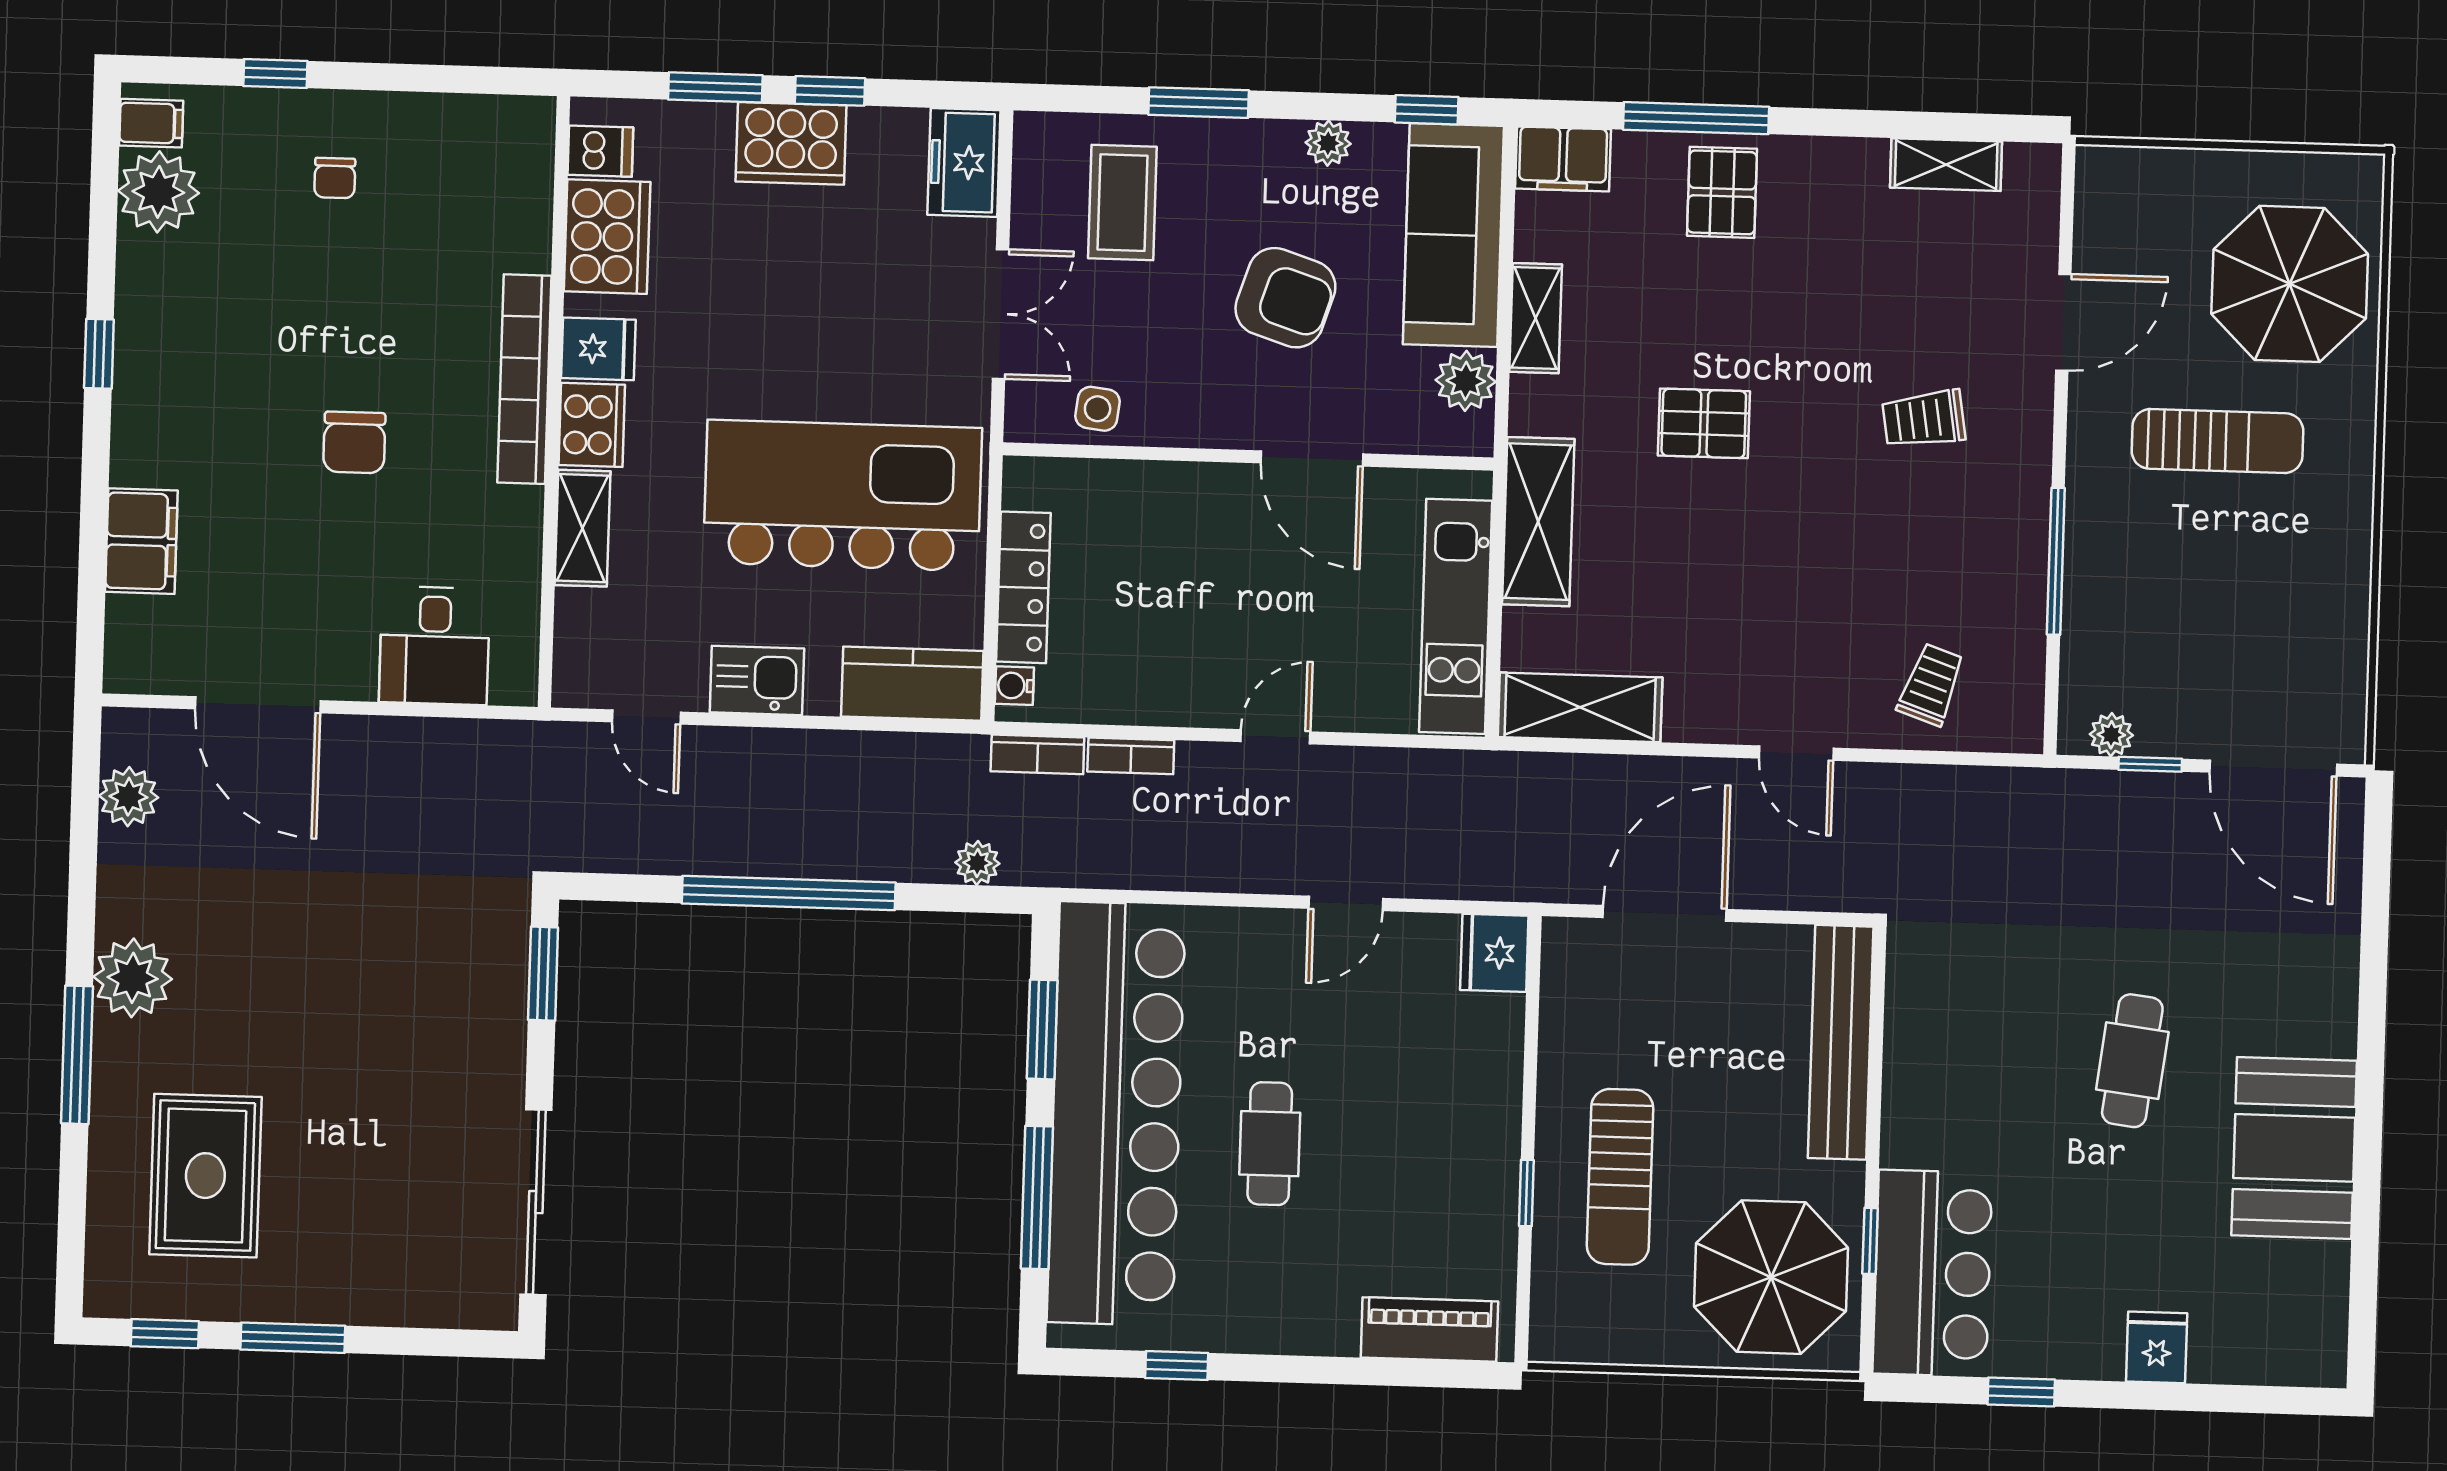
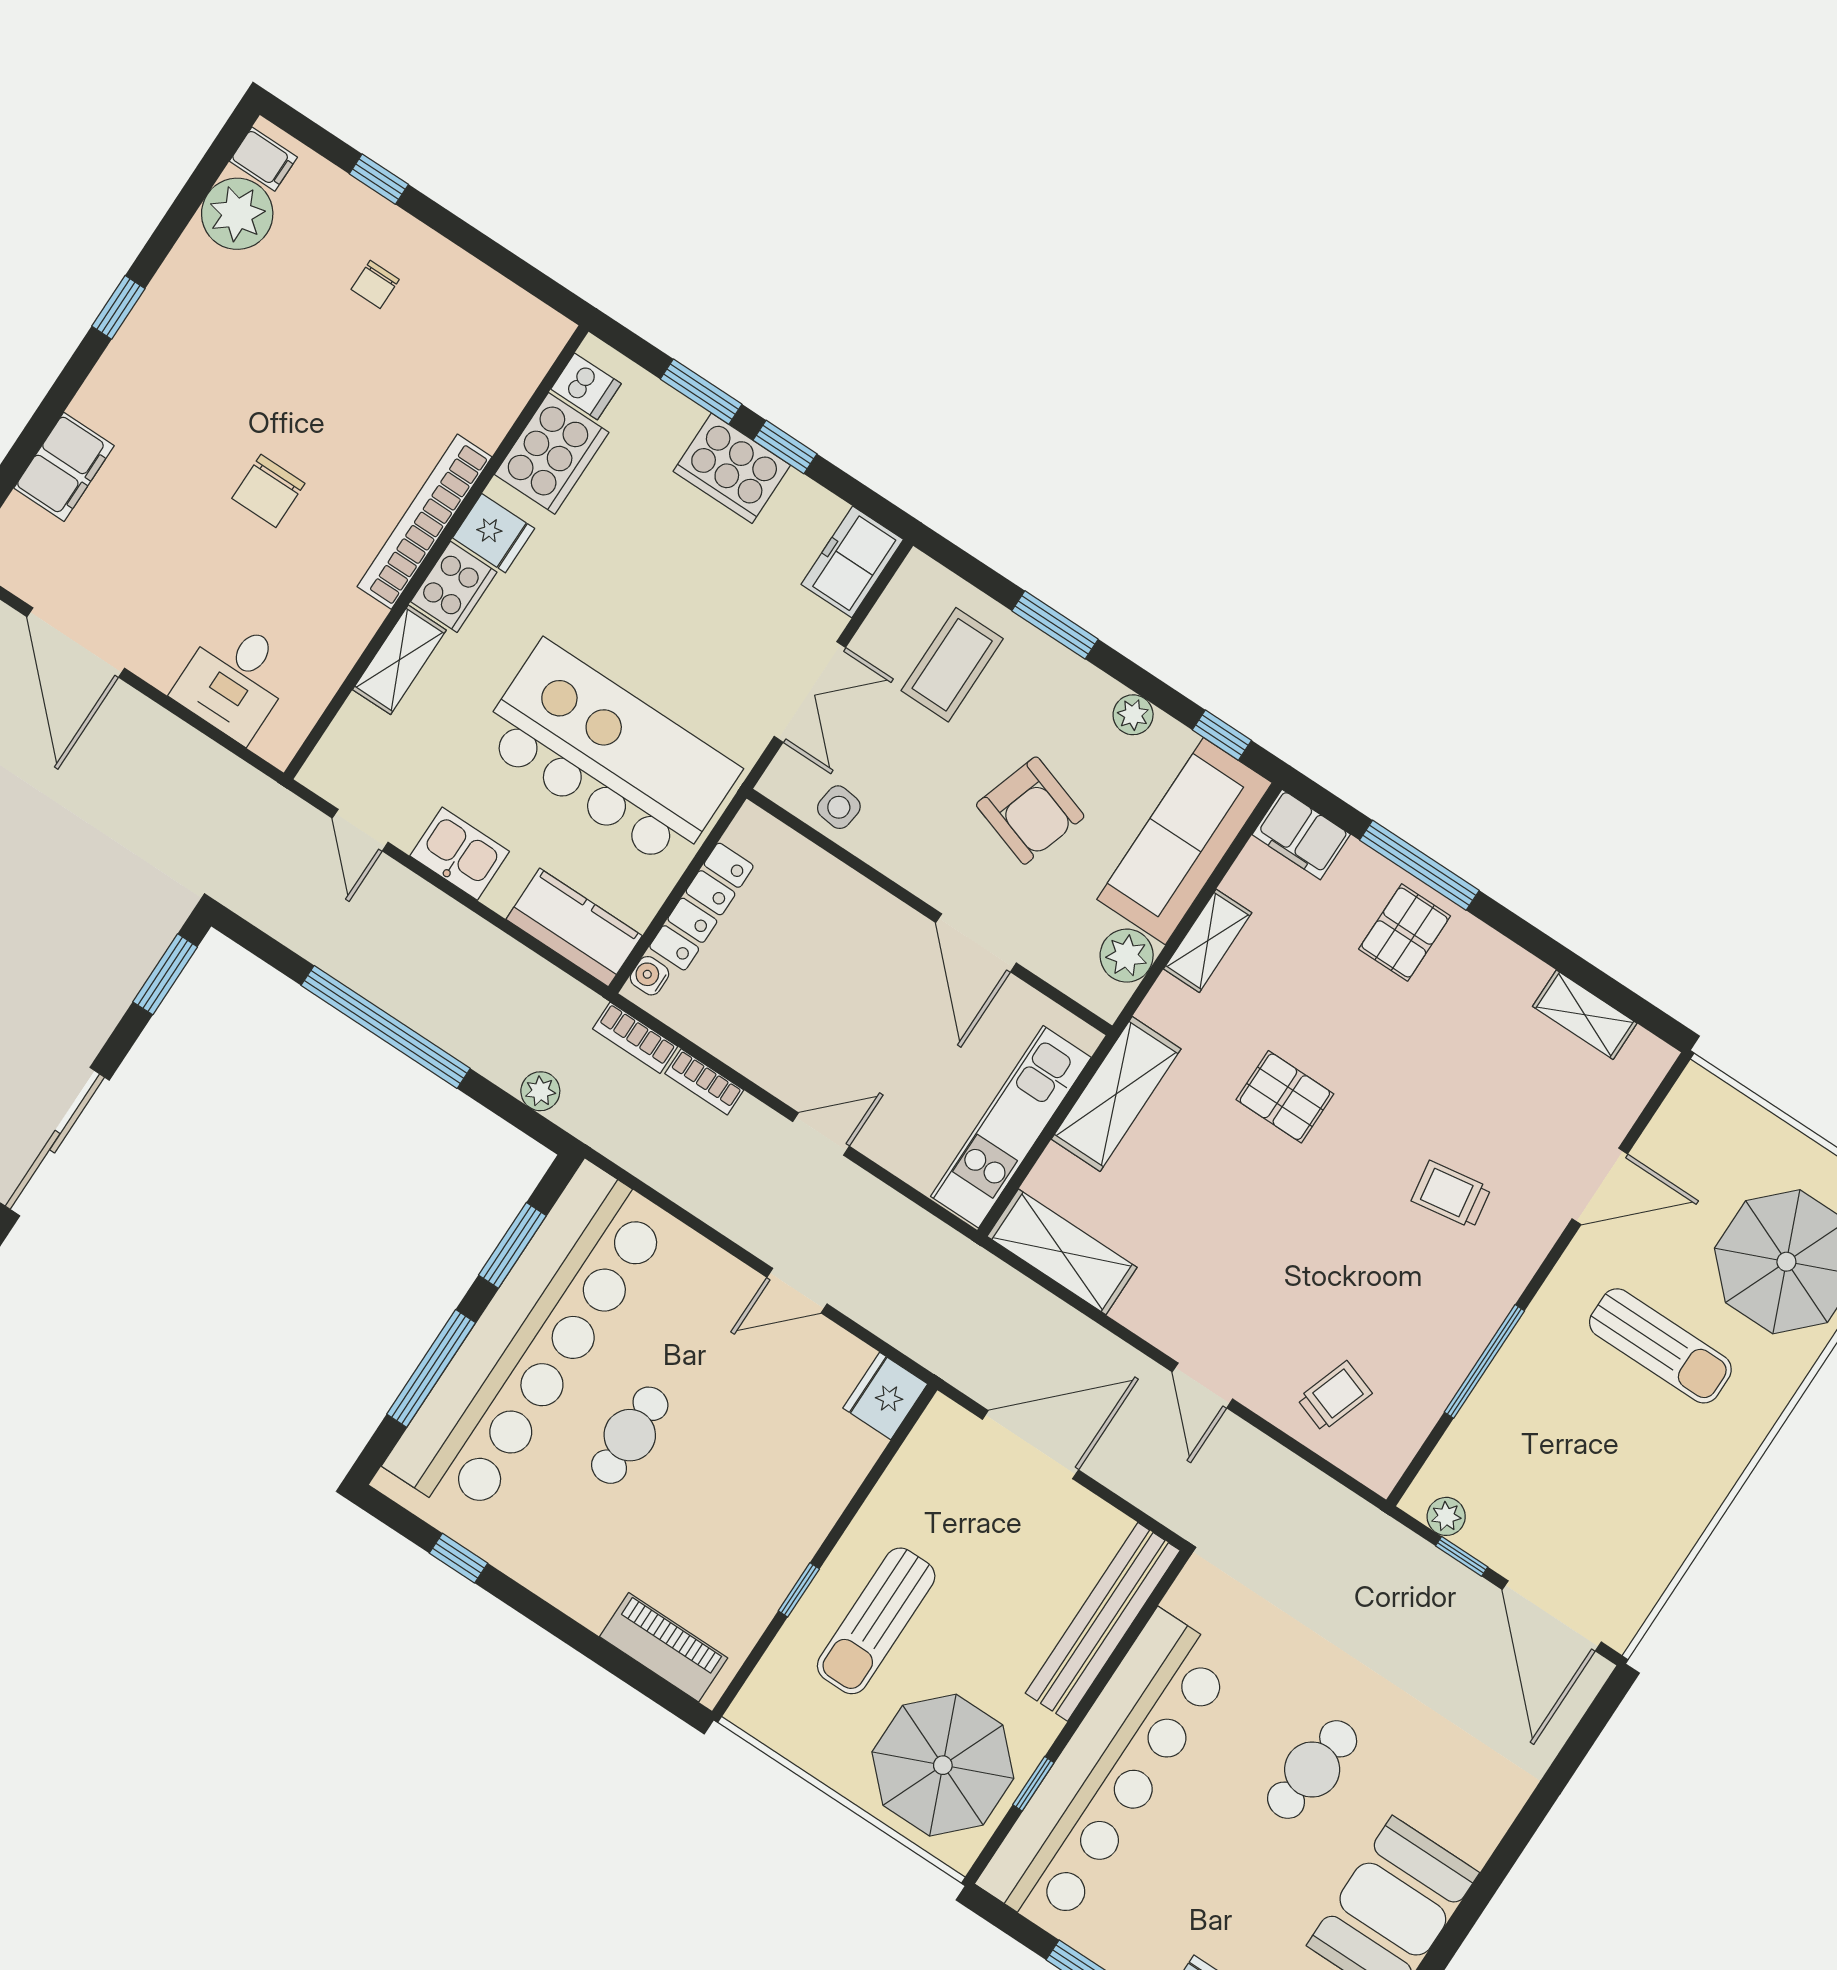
bar counter: (1932, 1273) -> (1107, 1772), width x1.86

